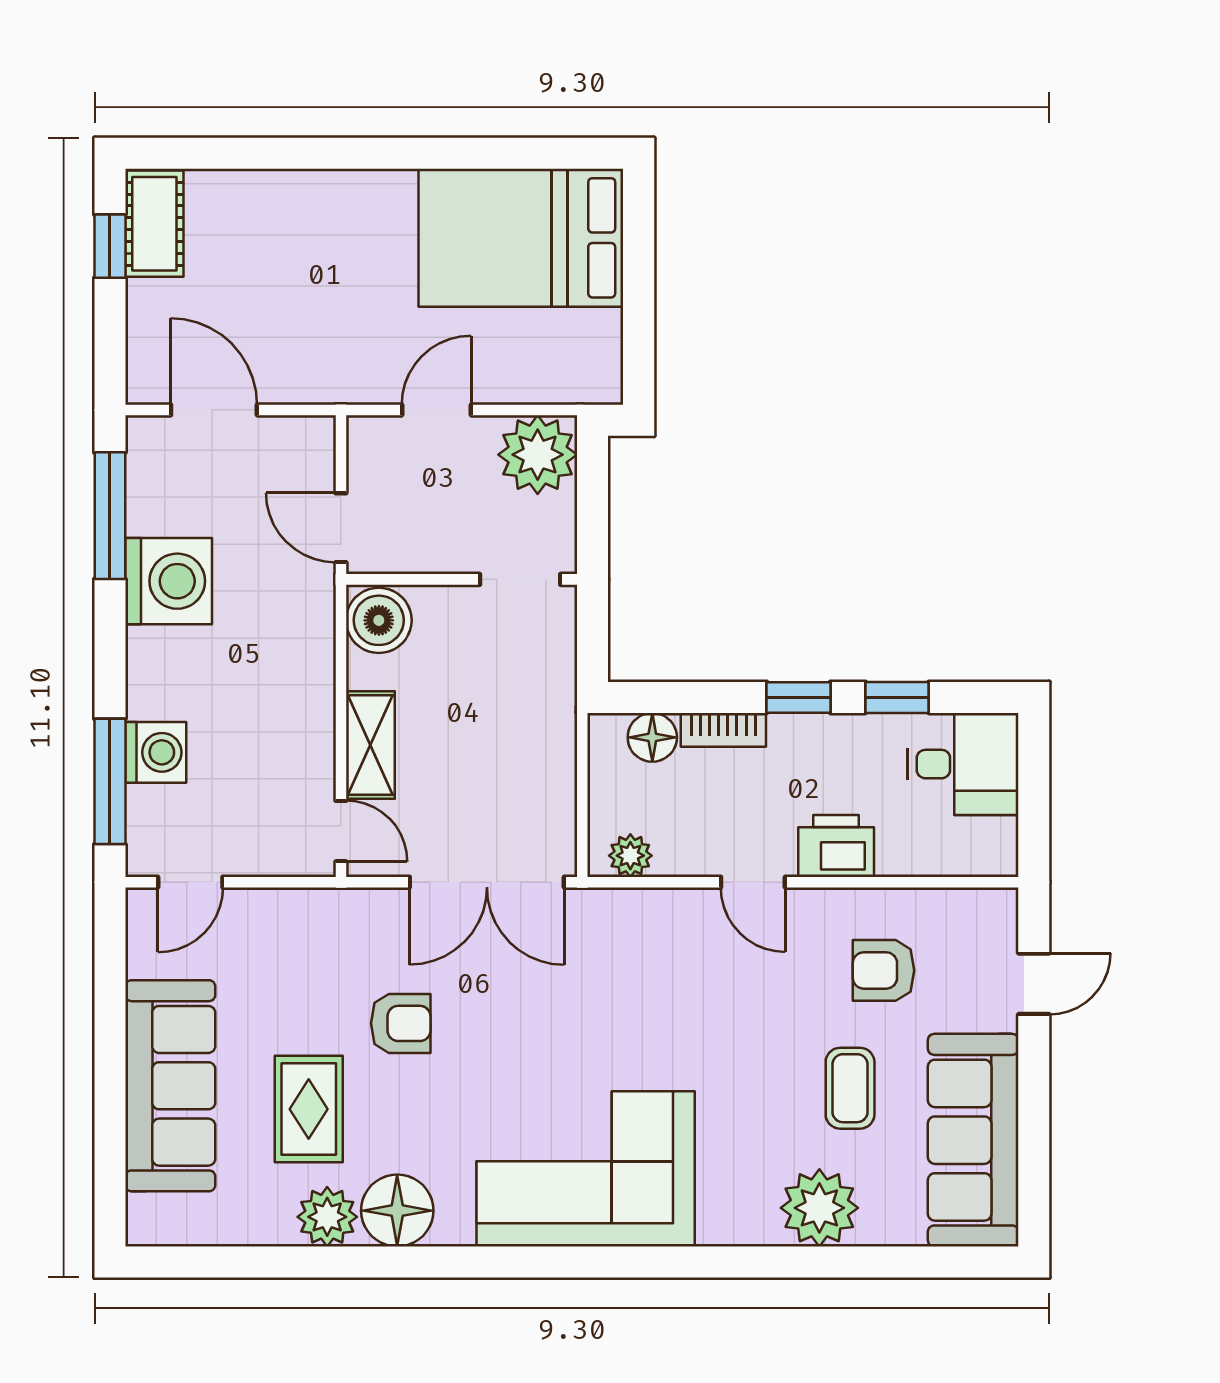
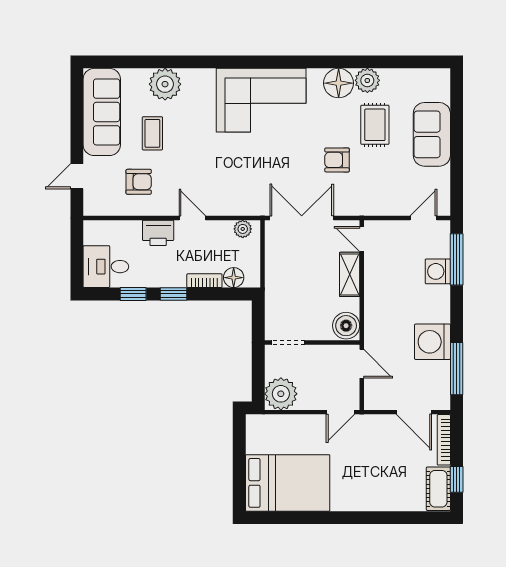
bookcase: (141, 343) -> (444, 440), added
door: (437, 410) -> (340, 412), moved
sofa: (170, 1086) -> (432, 134), width x0.73

